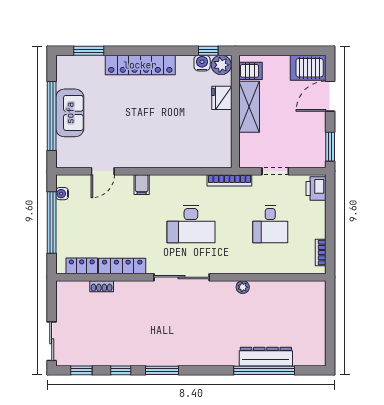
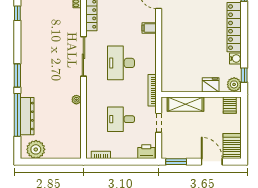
water cooler: (202, 63) -> (235, 58), moved
shelving: (249, 107) -> (185, 104), moved
plant: (313, 344) -> (36, 149), added
window: (162, 370) -> (17, 76), moved

